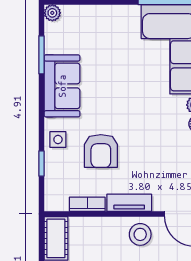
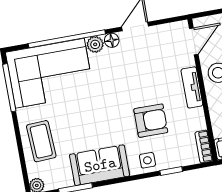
coffee table: (100, 27) -> (41, 141), added
bookcase: (87, 204) -> (204, 147), moved

